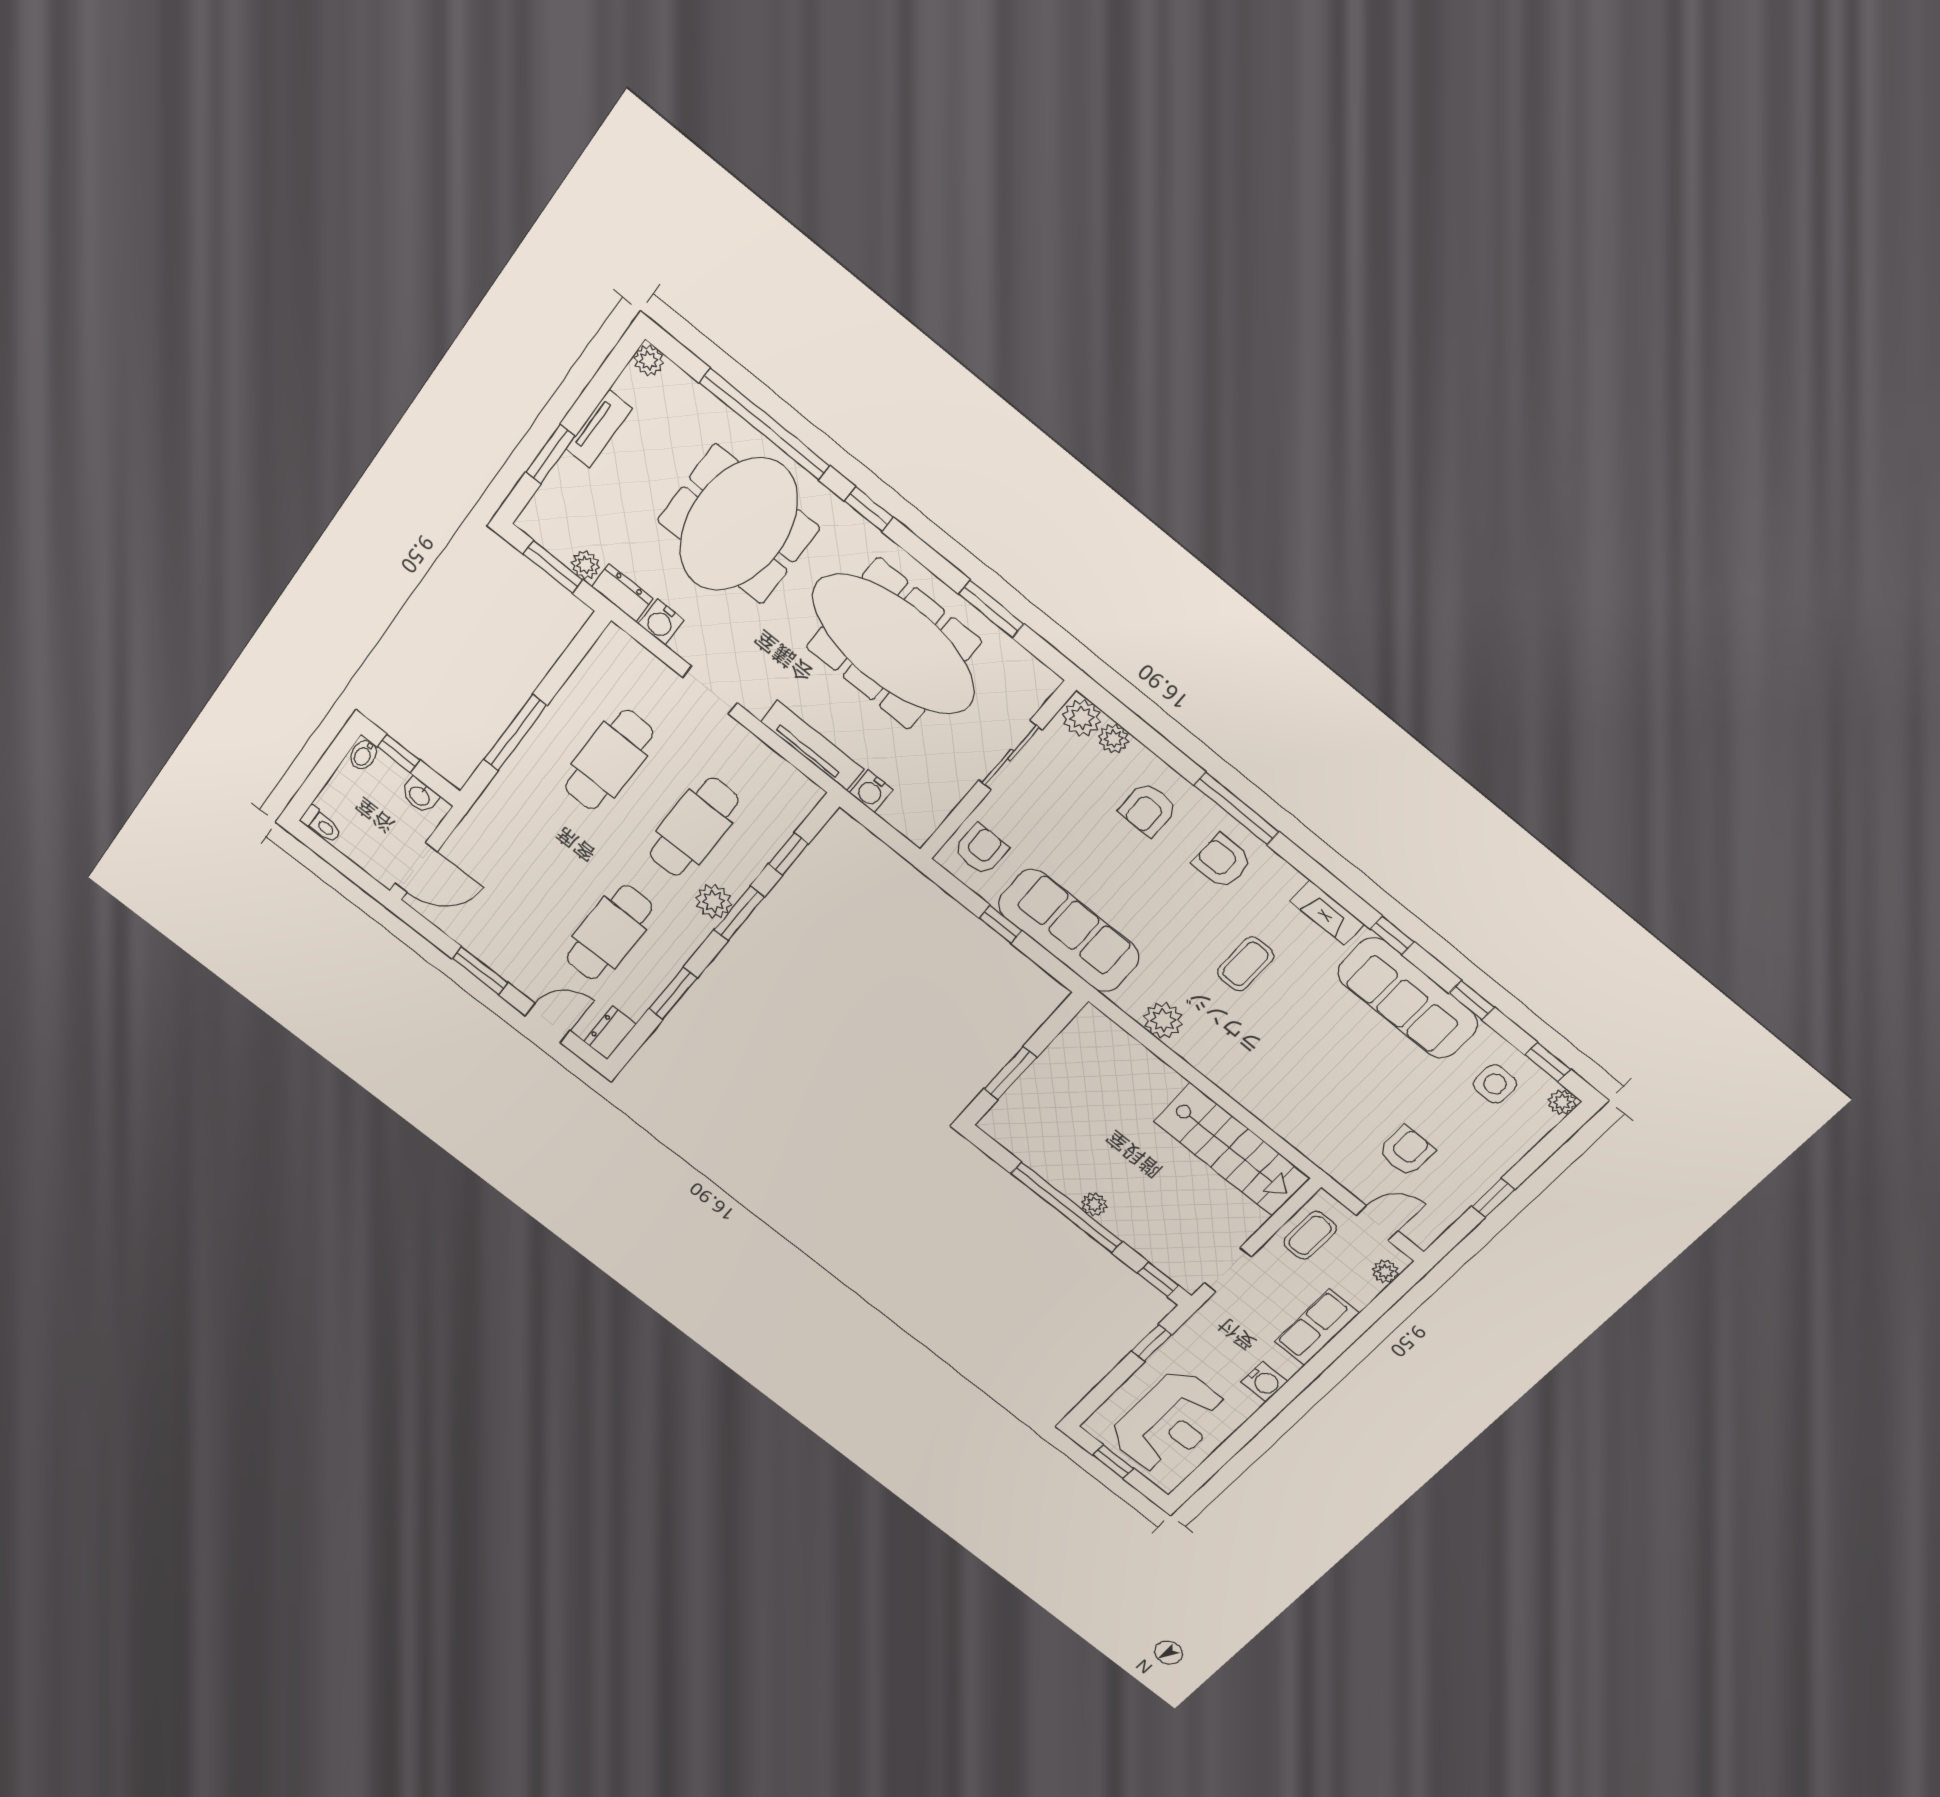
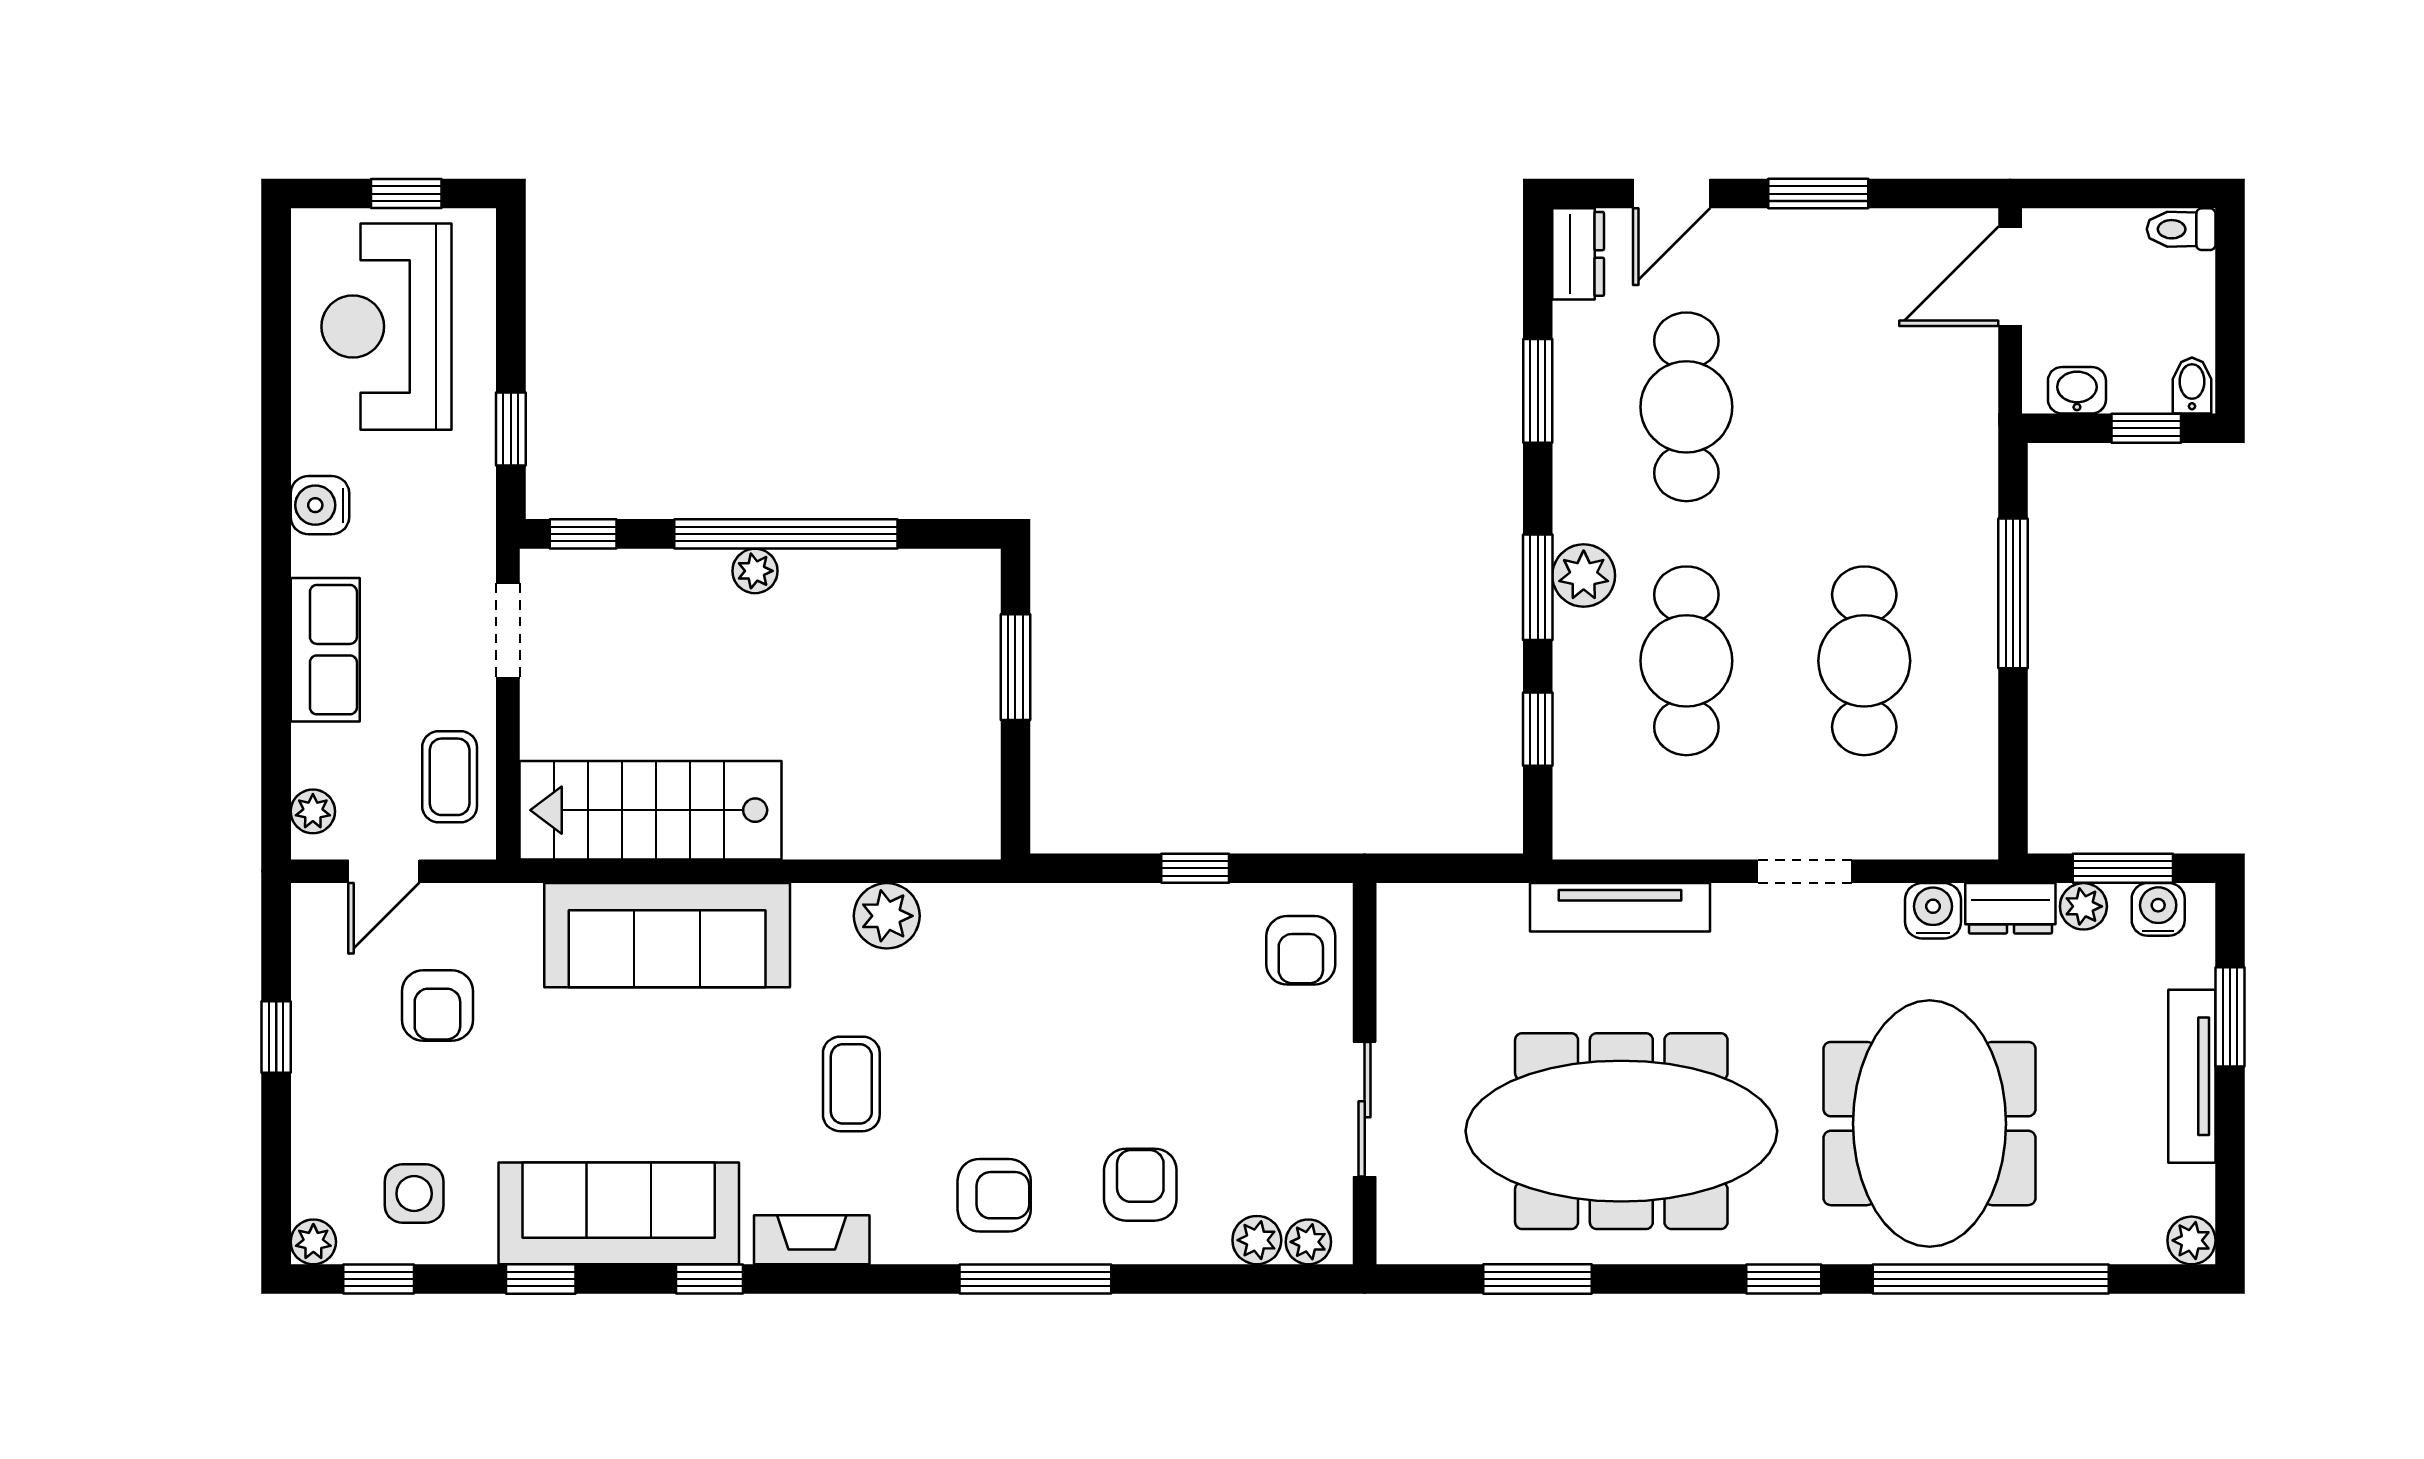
tv unit: (599, 429) -> (2192, 1076), width x1.41
plant: (1082, 718) -> (1308, 1242), width x0.73, depth x0.73
water cooler: (871, 791) -> (2158, 909), moved
sofa: (1069, 931) -> (667, 935), moved

